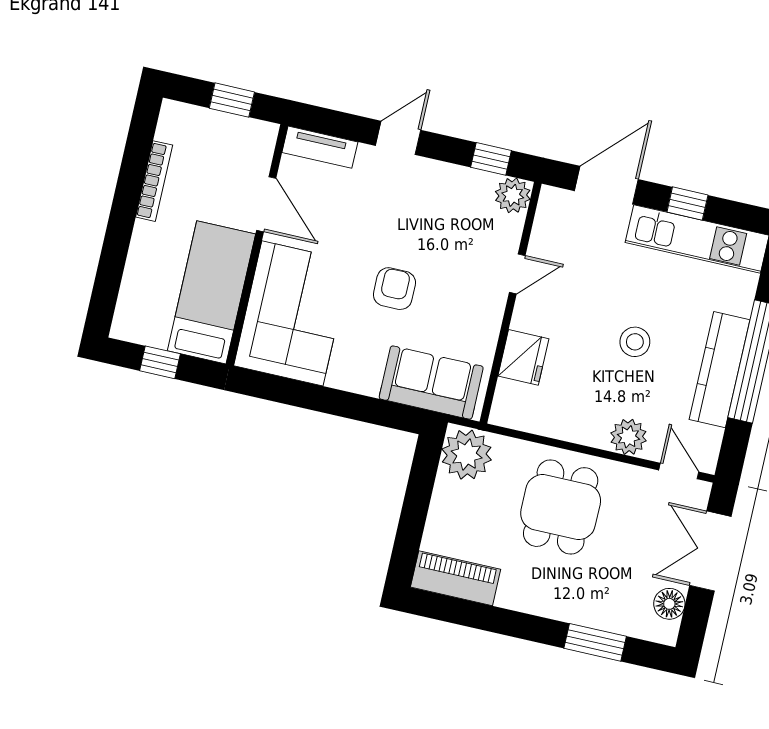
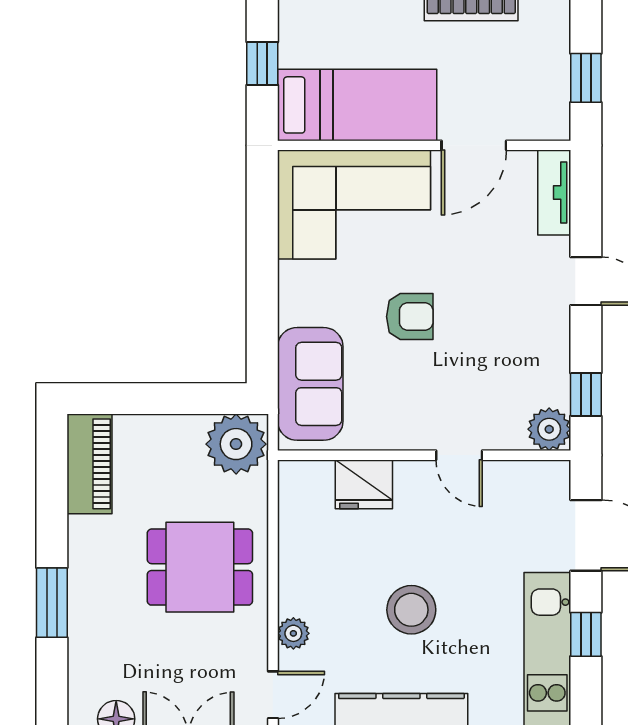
stool: (635, 342) -> (411, 610), width x1.38, depth x1.38
plant: (629, 437) -> (293, 633), width x0.73, depth x0.73
window: (595, 642) -> (52, 603), moved

